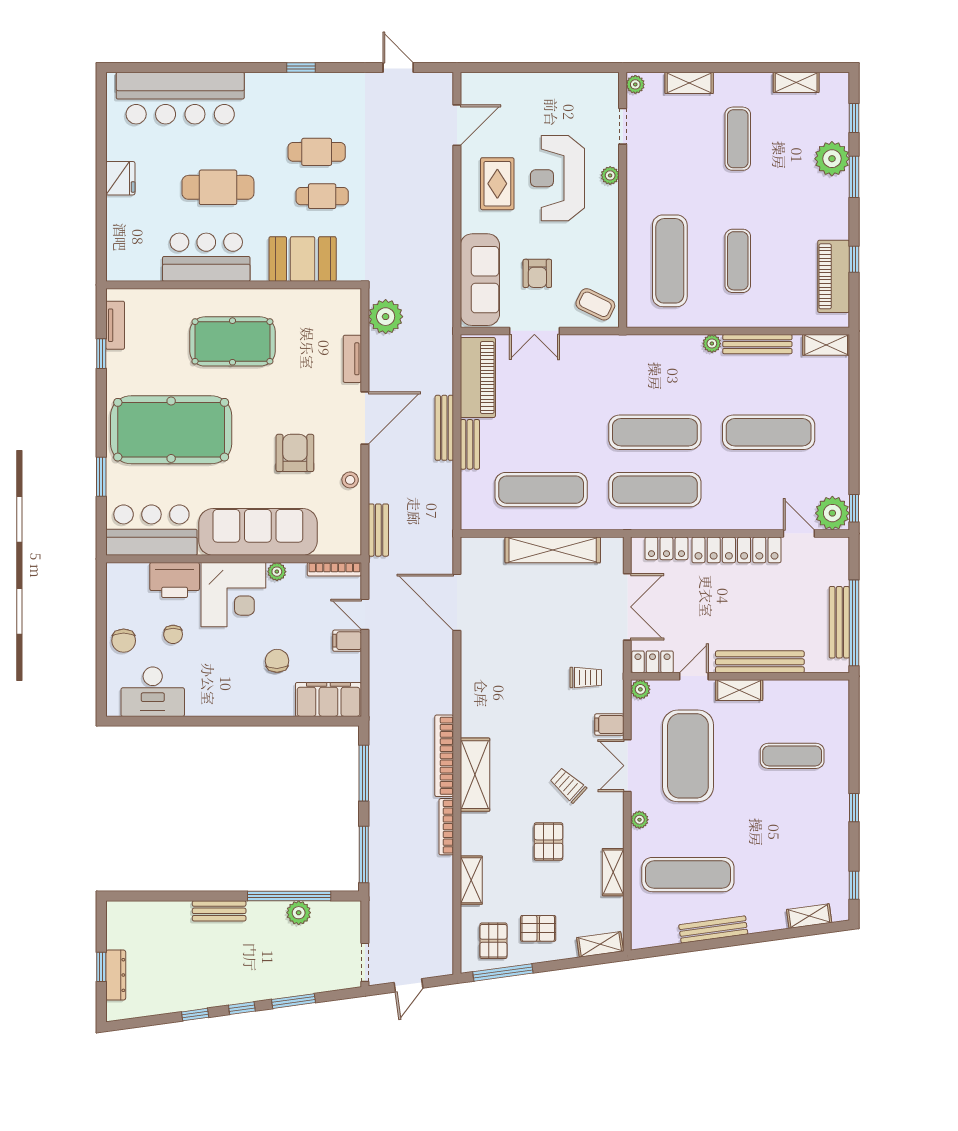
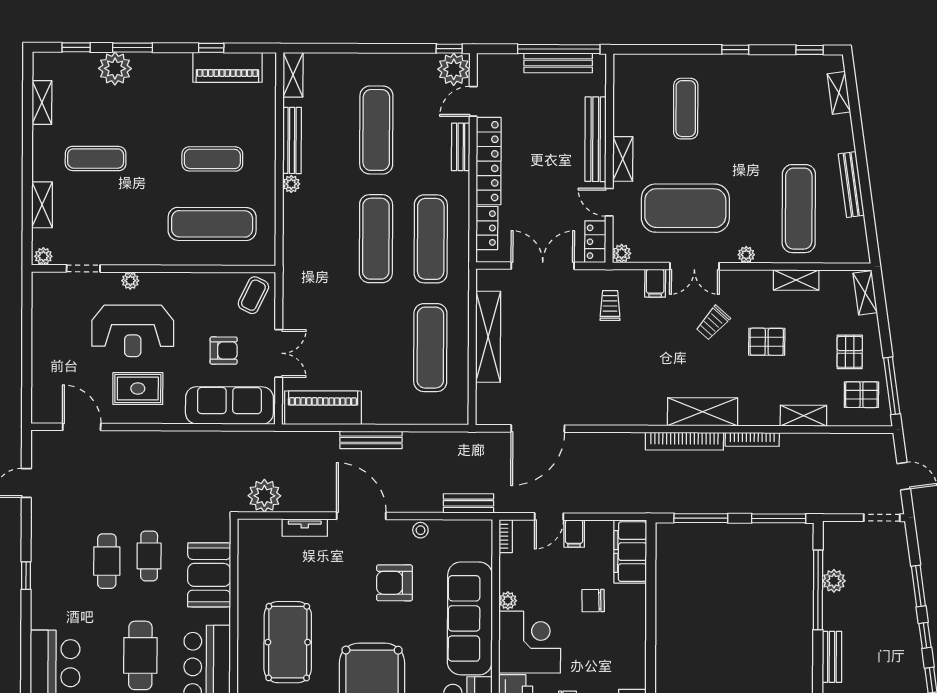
bench: (470, 444) -> (461, 147), moved, turned 90
bookcase: (334, 569) -> (506, 536), width x0.64

